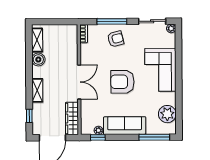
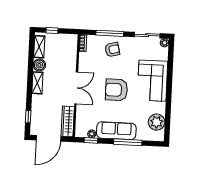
window: (50, 22) -> (52, 30), added
shelving: (37, 90) -> (37, 83), moved
window: (154, 137) -> (128, 142), moved

